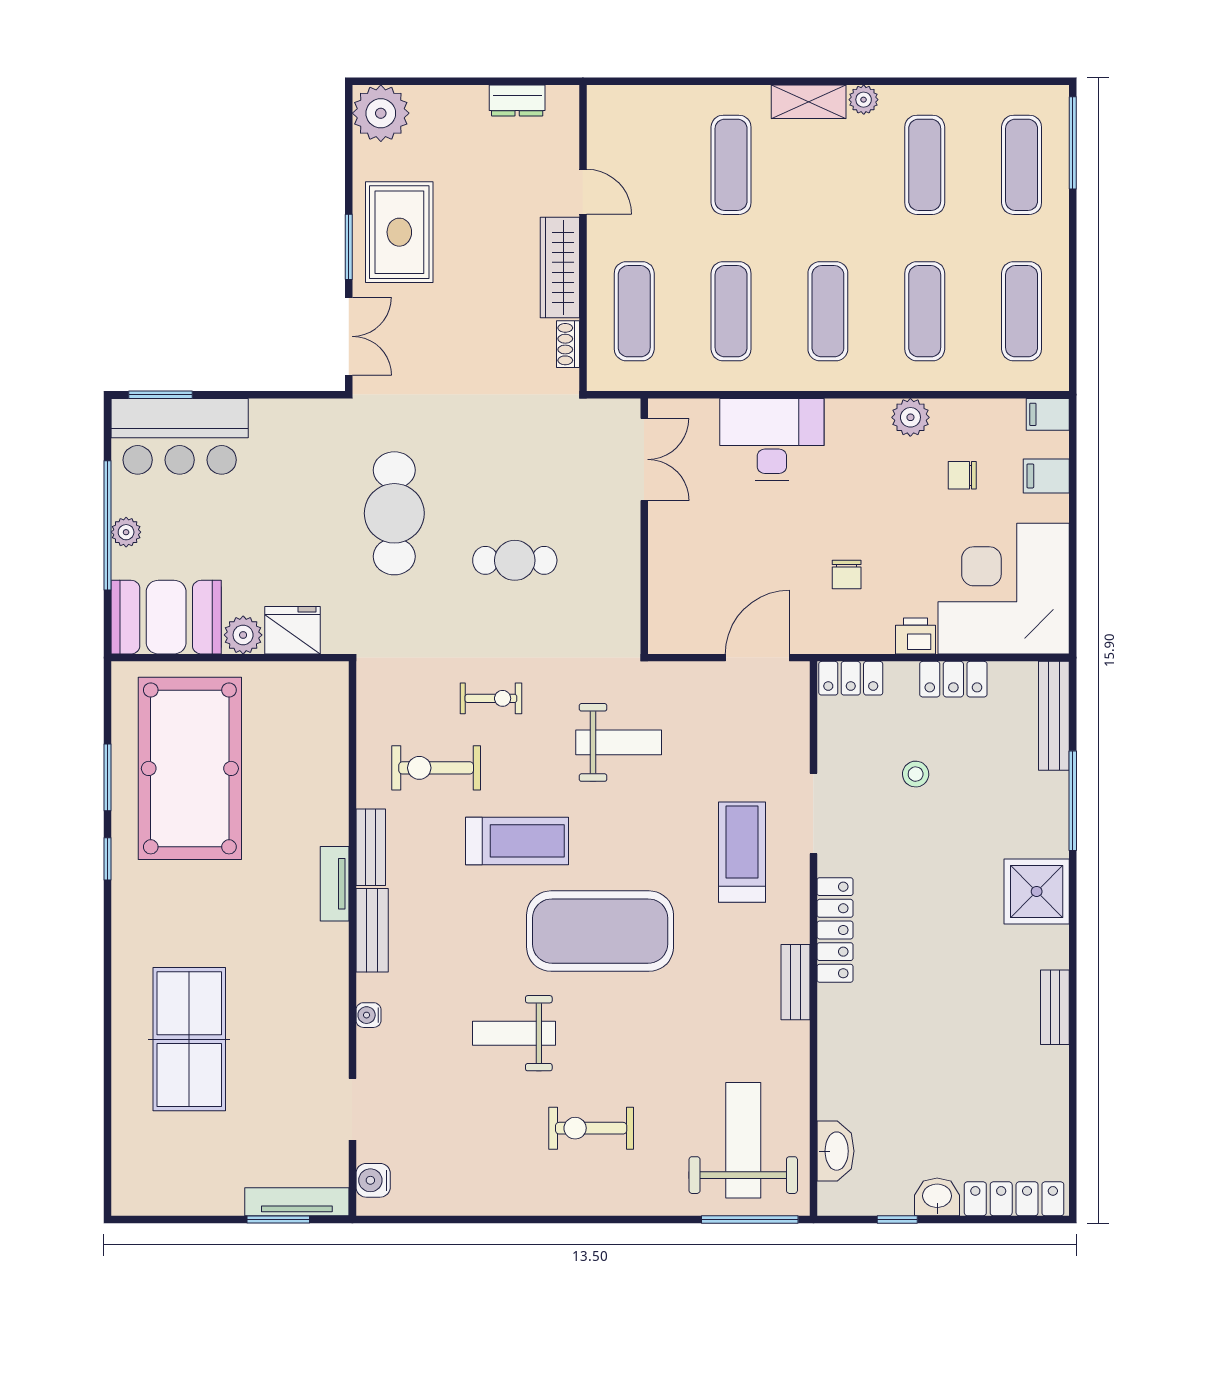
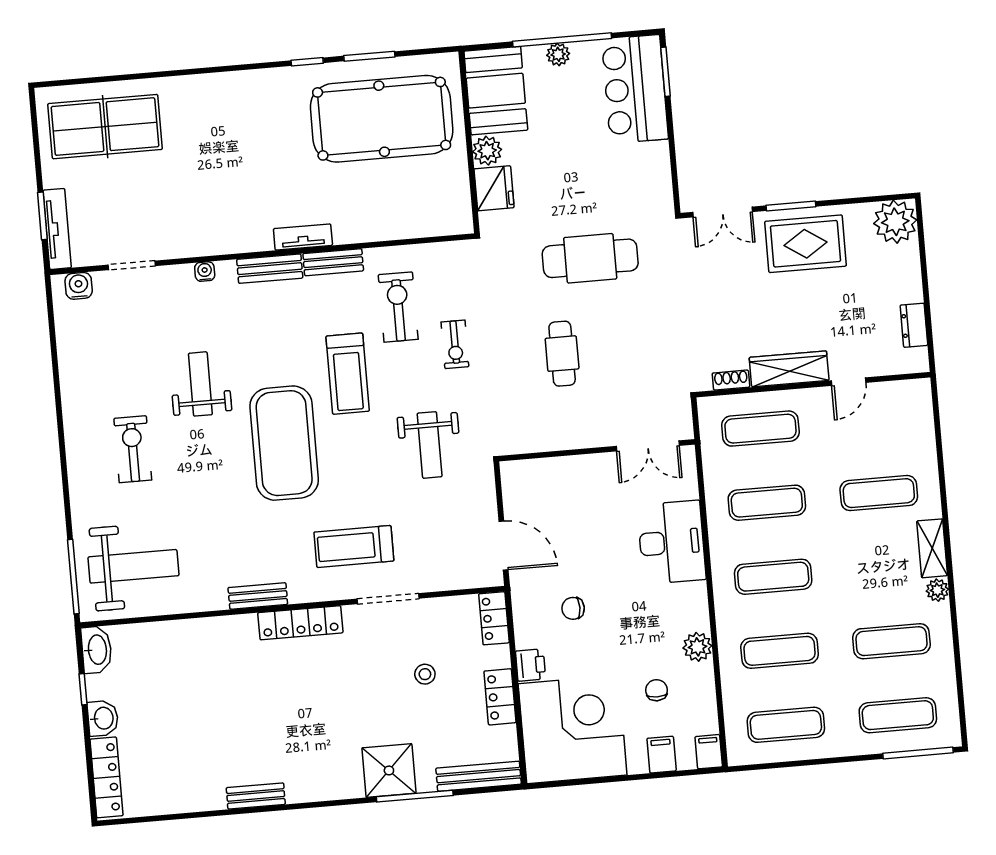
treadmill: (742, 852) -> (354, 546), turned 180
shower: (1037, 891) -> (389, 770), moved
table tennis table: (189, 1039) -> (105, 127), moved
washbasin: (836, 1151) -> (97, 650), moved, turned -90

